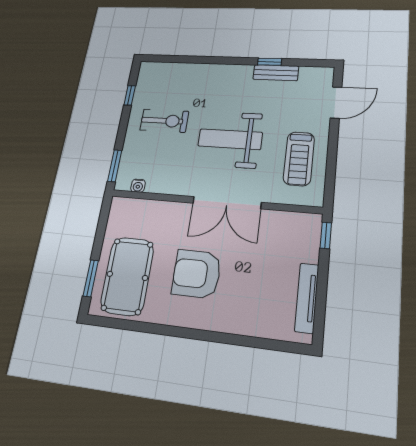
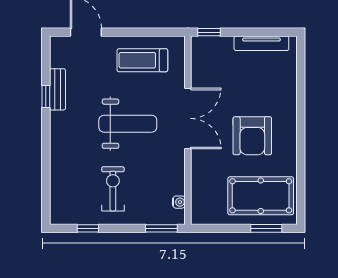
weight bench: (230, 139) -> (128, 124), turned -90
treadmill: (299, 159) -> (142, 60), turned 180

